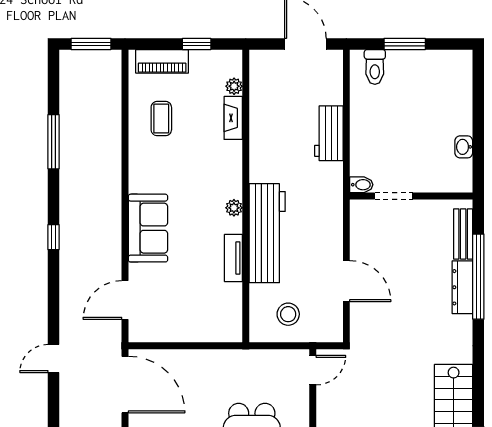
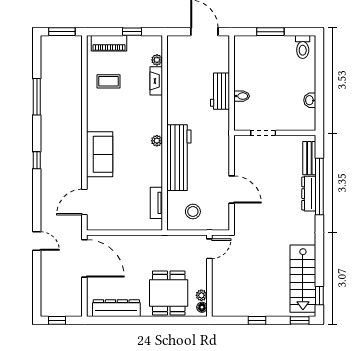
toilet: (375, 67) -> (303, 47), moved
coffee table: (161, 119) -> (109, 81), turned 90
bidet: (361, 185) -> (242, 96), moved
tv unit: (233, 258) -> (156, 203), moved
door: (53, 359) -> (37, 241), swing flipped

